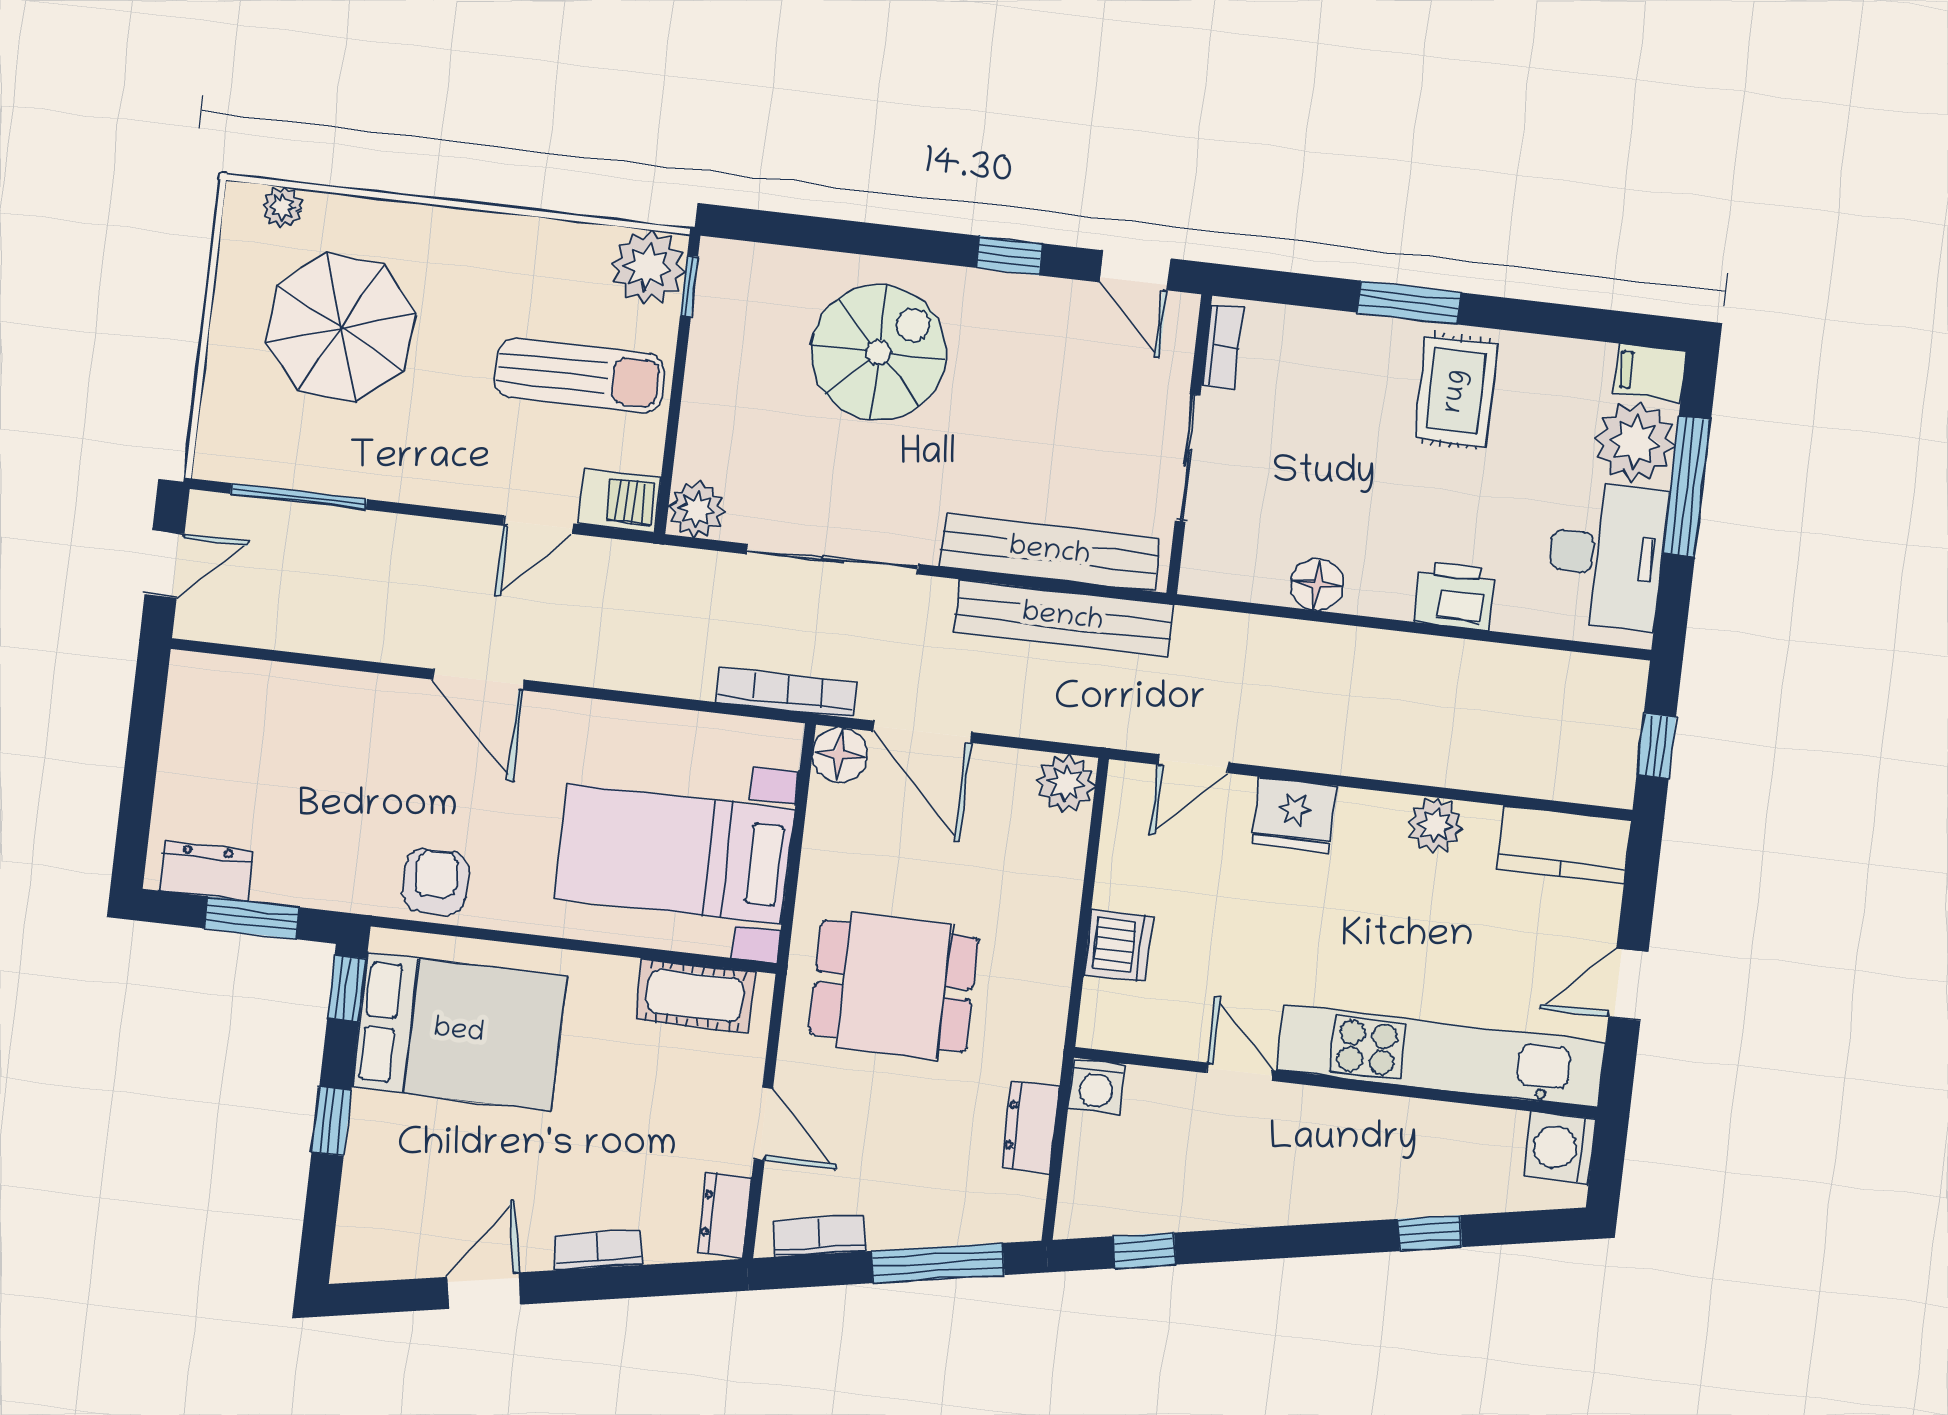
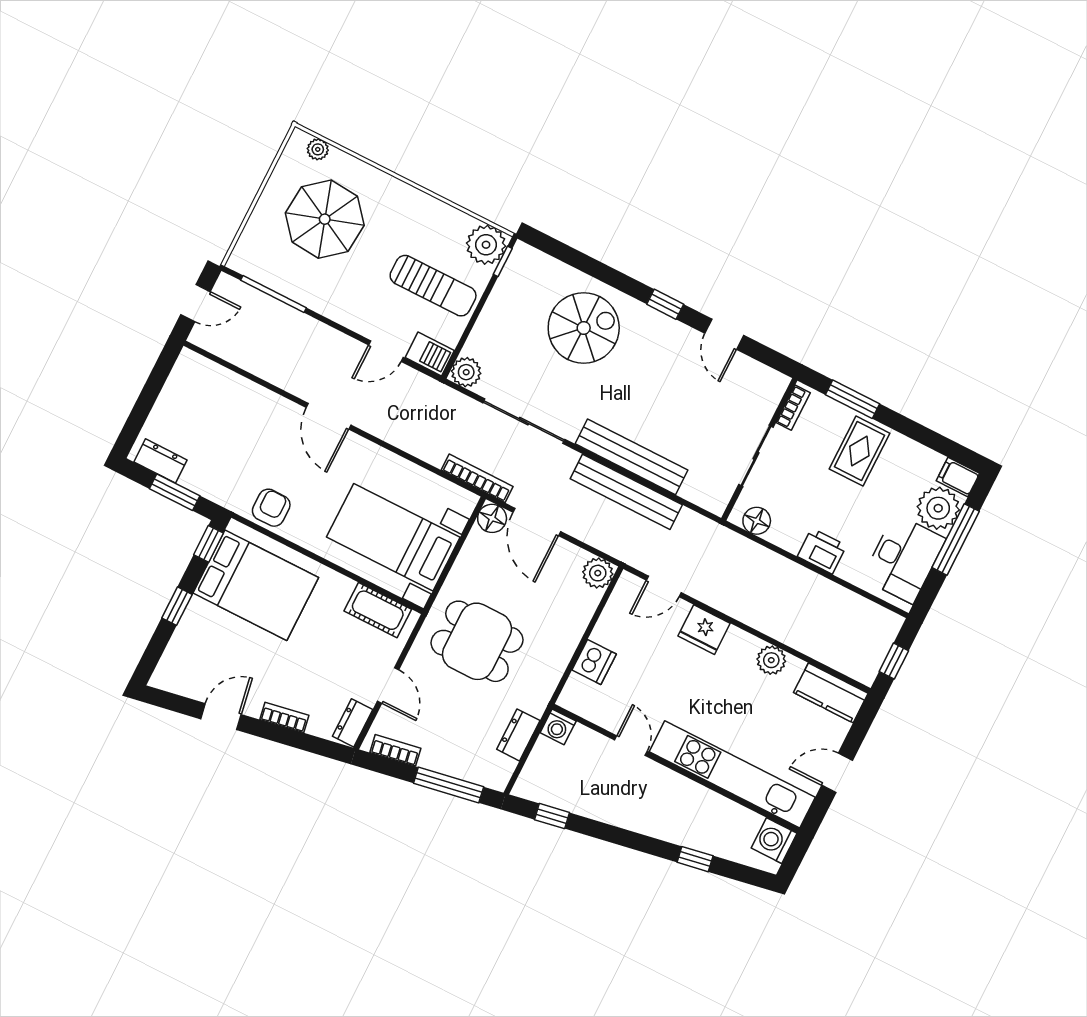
bookcase: (1222, 347) -> (793, 408), moved
wall: (1189, 444) -> (759, 449), moved
sliding door: (1188, 458) -> (756, 456), moved

